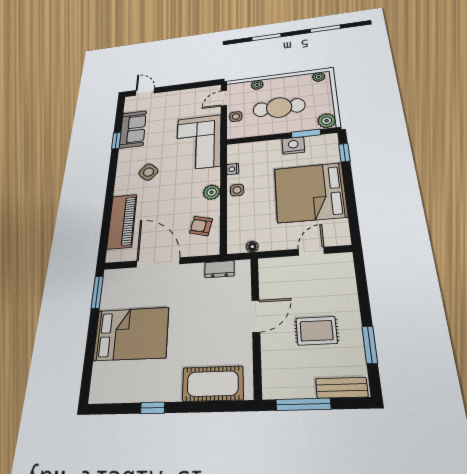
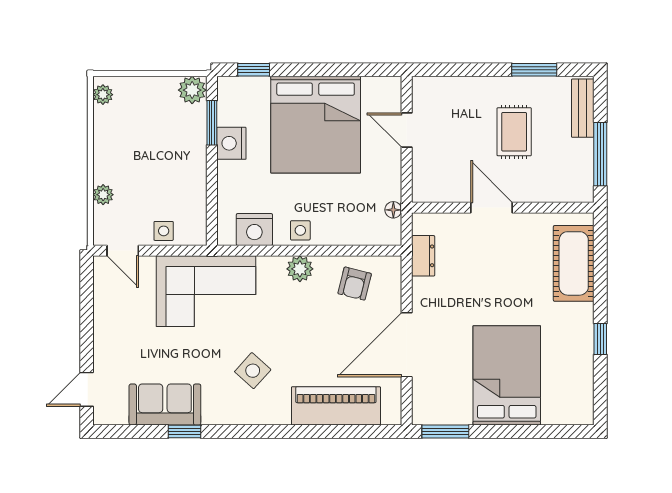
cafe table: (279, 108) -> (156, 161), removed
nightstand: (233, 169) -> (254, 229), width x1.89, depth x1.79

